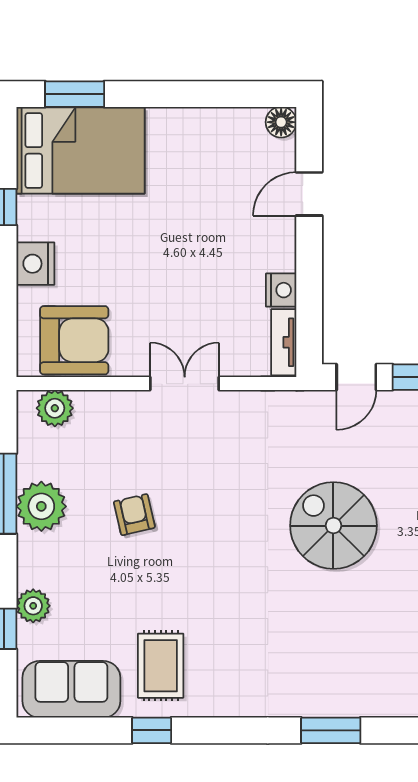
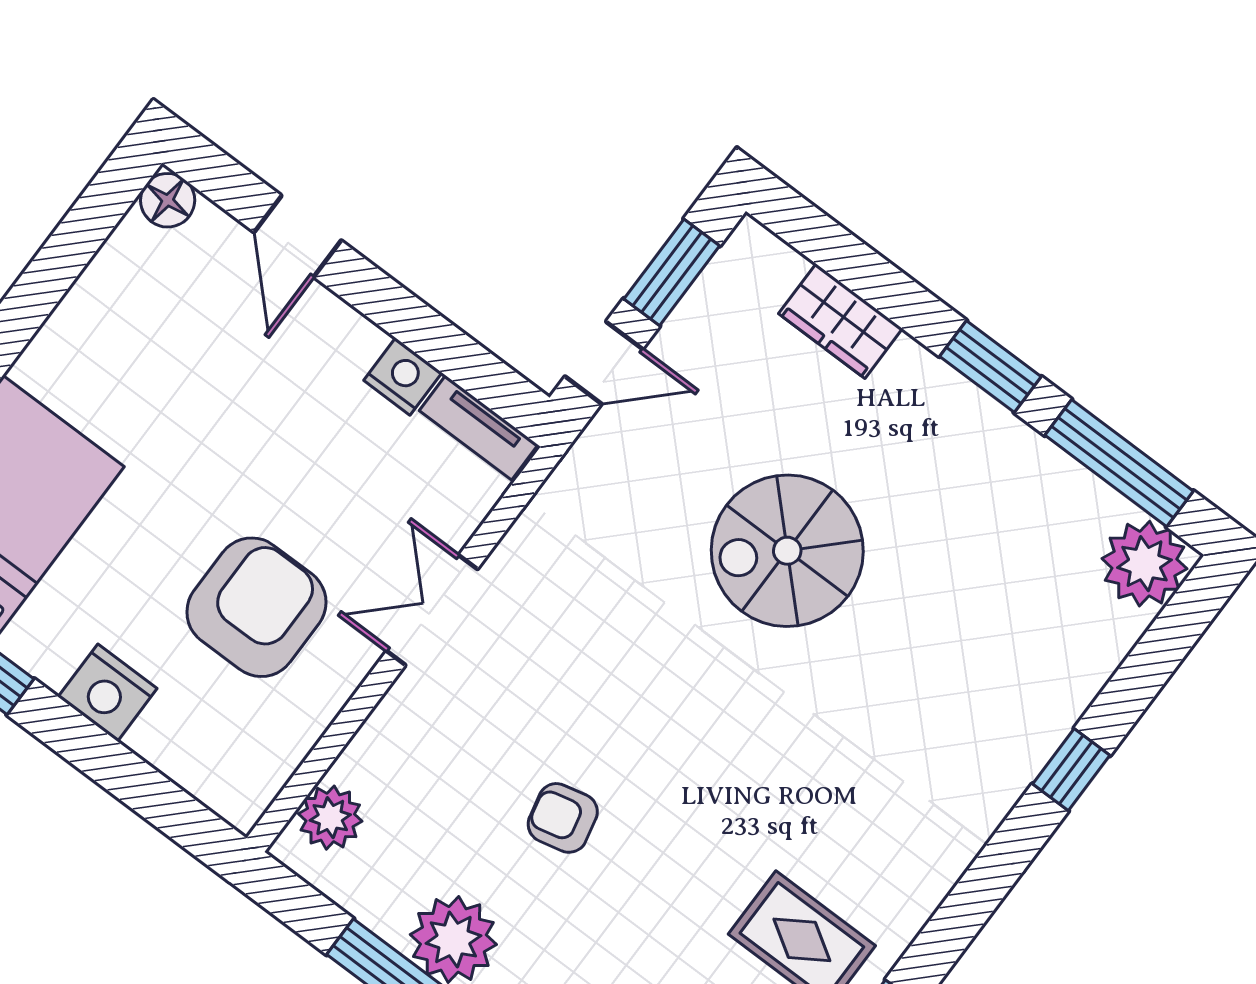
armchair: (74, 340) -> (256, 607), moved
door: (356, 377) -> (604, 363), hinge flipped
window: (331, 730) -> (1071, 770), width x0.67

